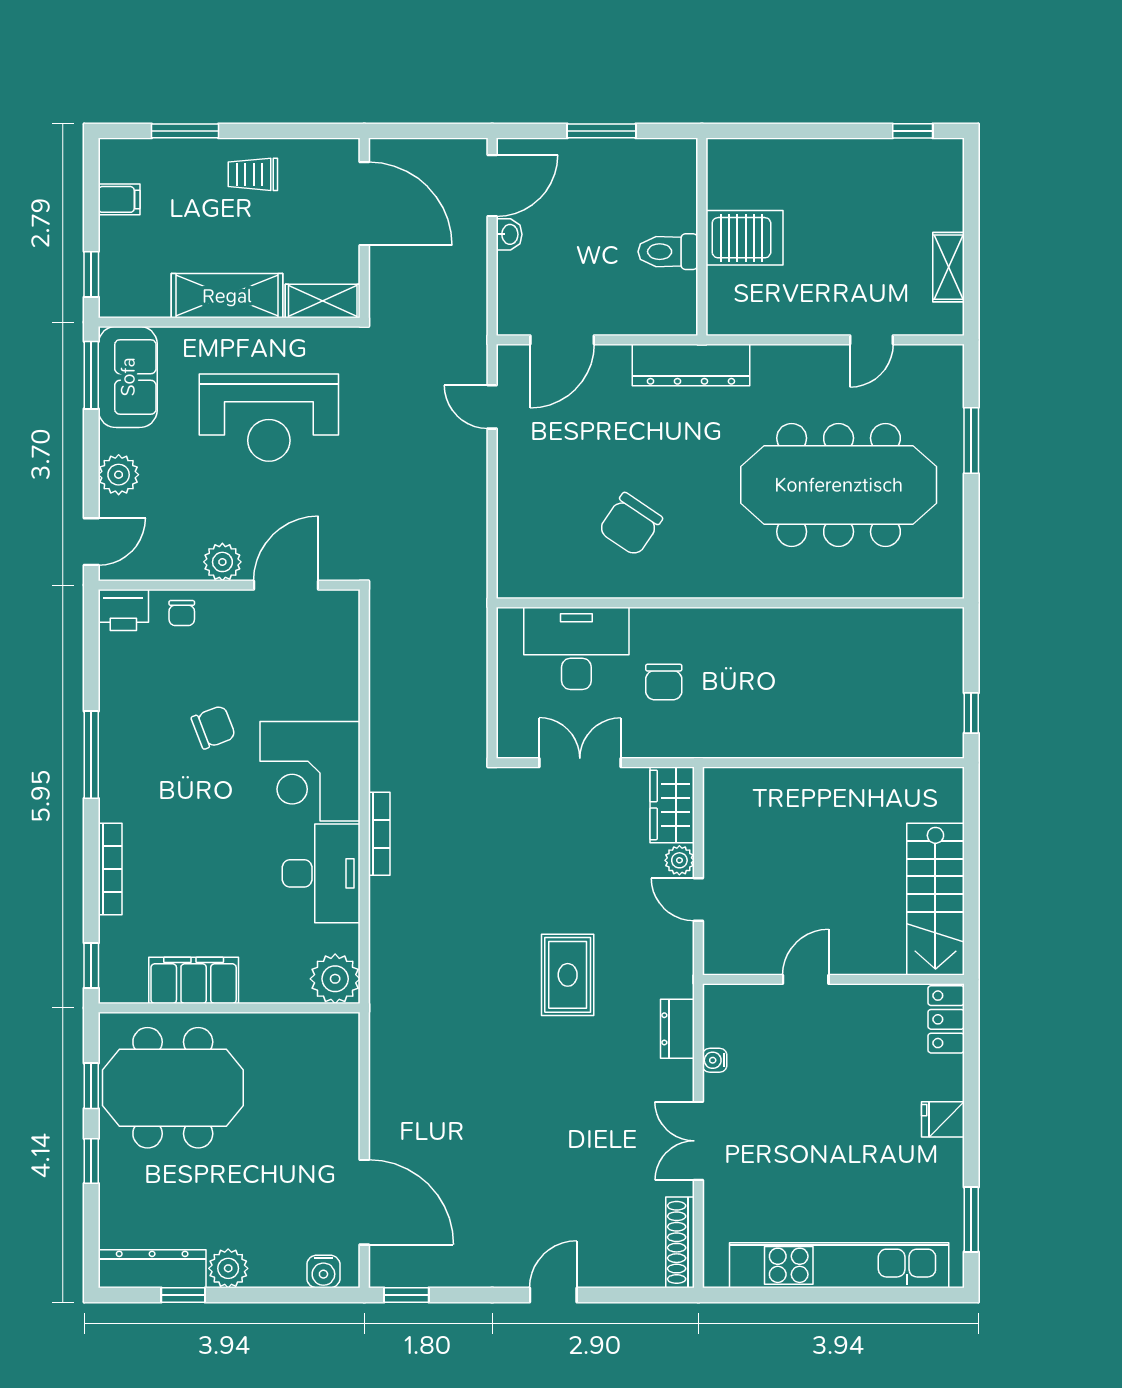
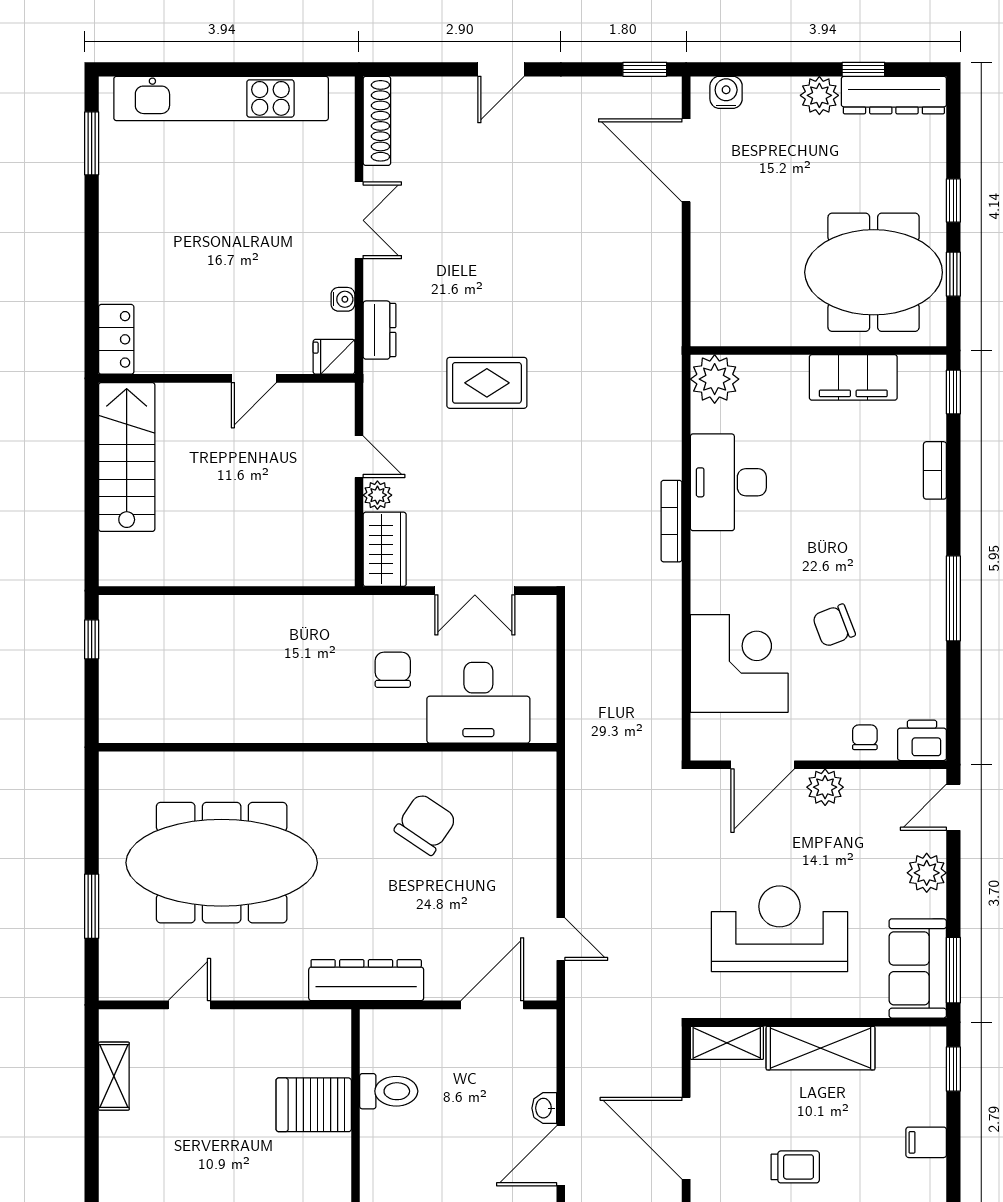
corner desk: (310, 771) -> (739, 663), moved
bookcase: (110, 869) -> (935, 470), width x0.64
rug: (568, 975) -> (487, 383), turned 90
fridge: (943, 1119) -> (334, 357), moved, turned 180

